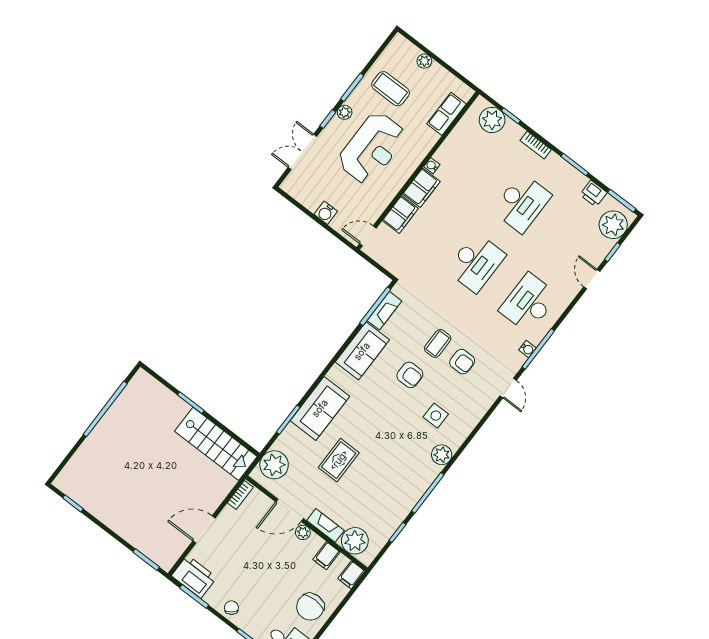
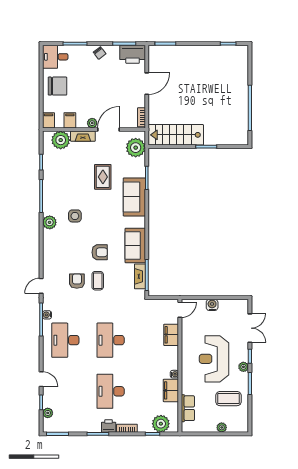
filing cabinet: (421, 188) -> (171, 390), moved
printer: (593, 194) -> (109, 426), moved
plant: (613, 225) -> (48, 413), width x0.53, depth x0.53
desk: (529, 303) -> (65, 340), turned 180
armchair: (462, 362) -> (77, 281), turned 90
armchair: (410, 375) -> (100, 252), turned 180
door: (508, 388) -> (41, 286), hinge flipped
side table: (436, 416) -> (75, 216), moved
chair: (310, 607) -> (57, 86), turned 90

